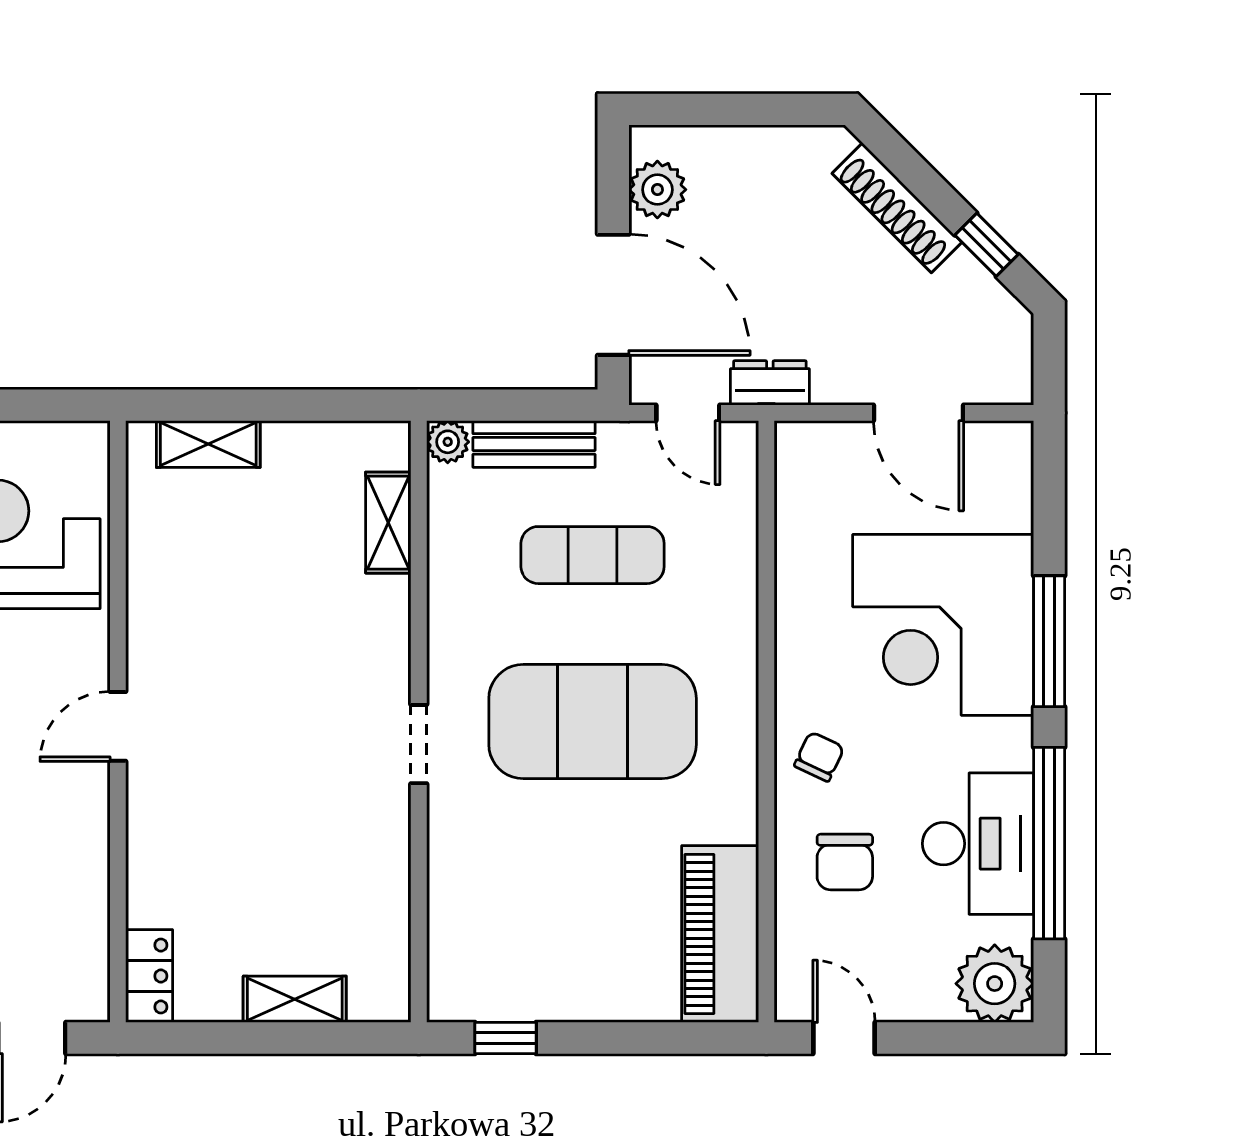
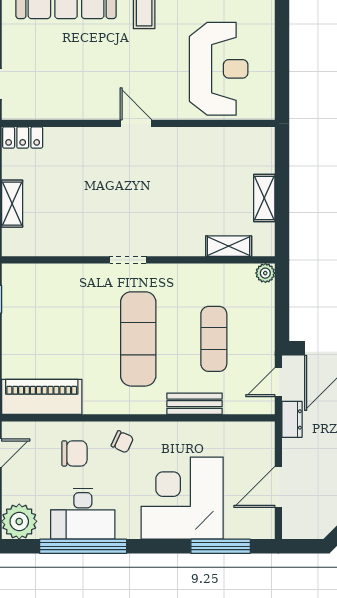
shelving: (208, 444) -> (264, 198), moved
bench: (534, 444) -> (194, 404), moved, turned 90
window: (1049, 641) -> (221, 546), moved
exercise mat: (593, 722) -> (138, 339), width x0.68
chair: (845, 862) -> (74, 453), turned 180

